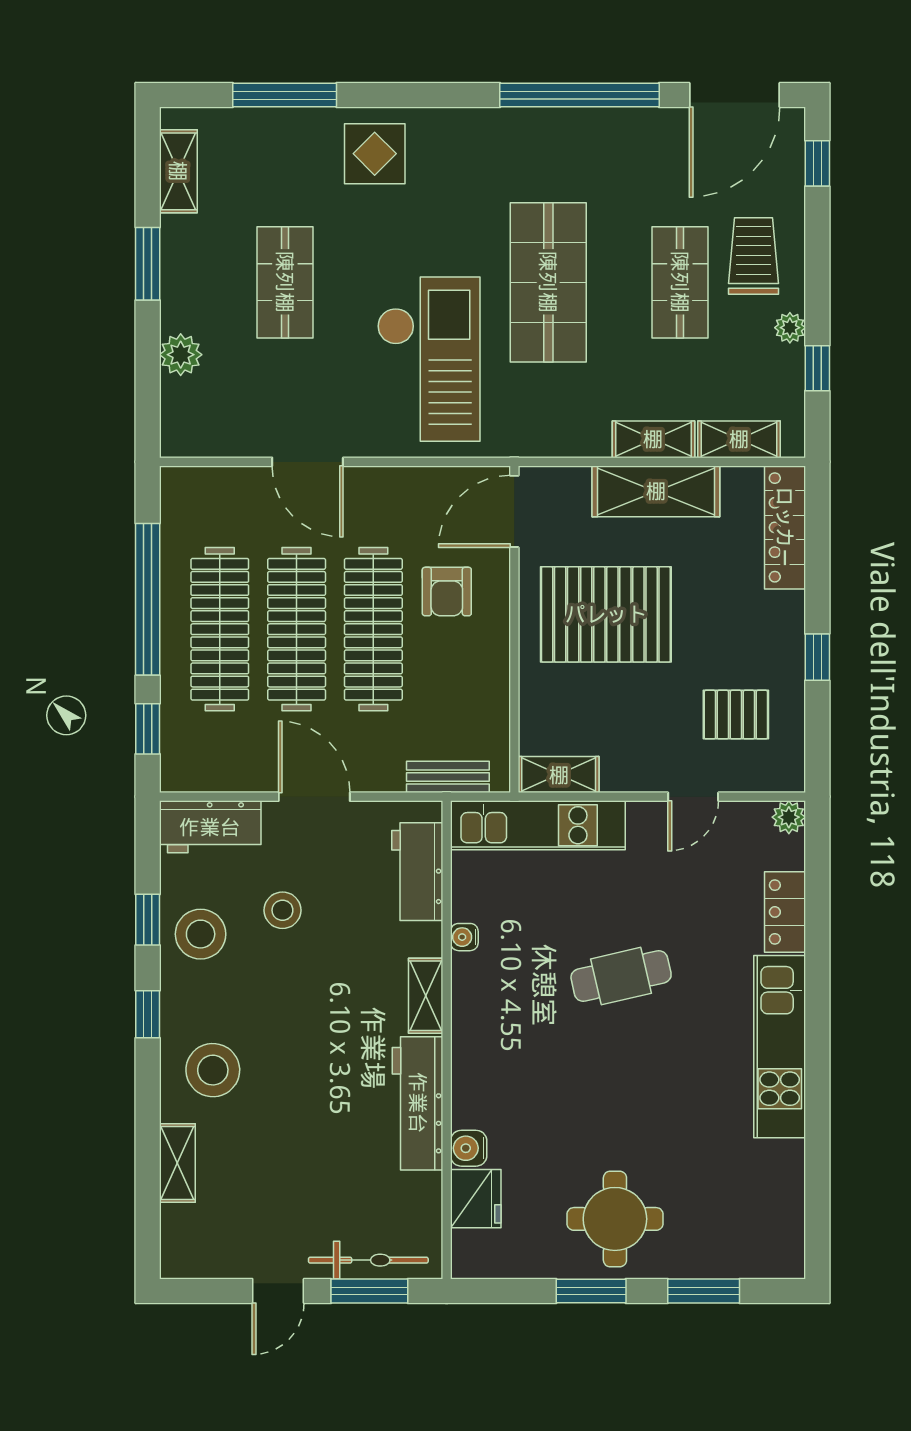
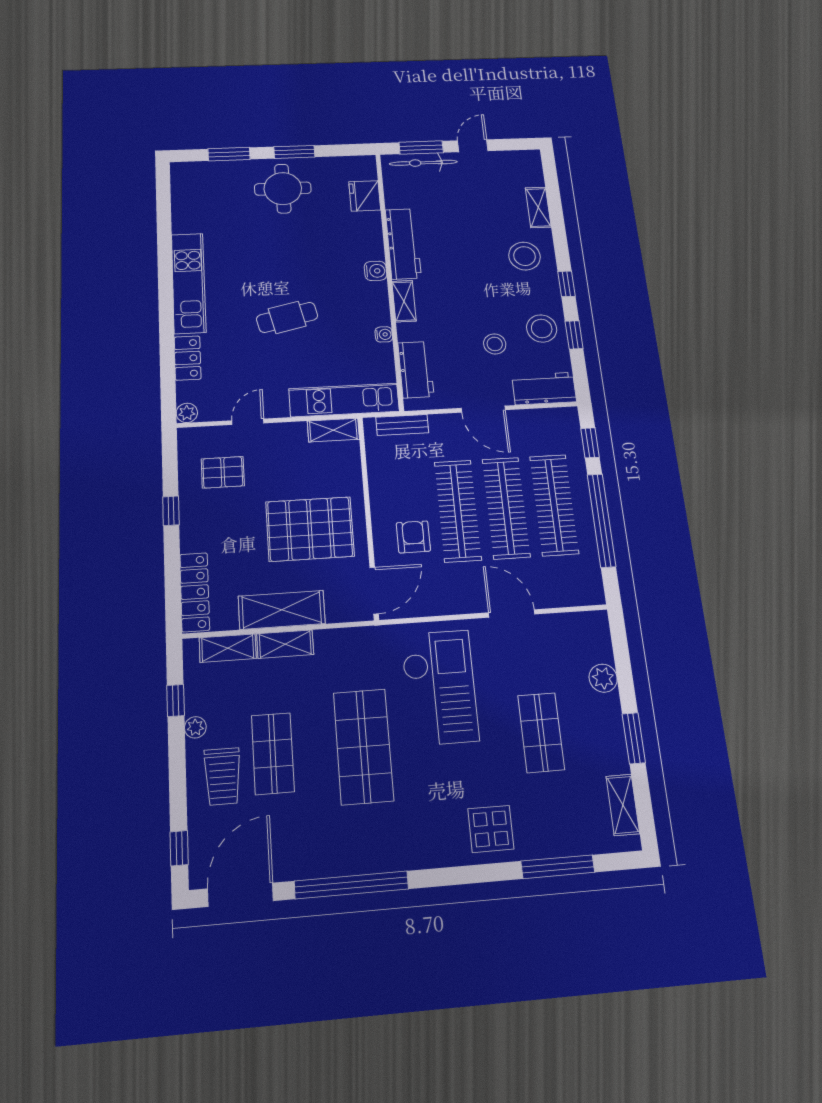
checkout: (429, 359) -> (440, 687), turned 180
water cooler: (469, 1148) -> (376, 271), moved

